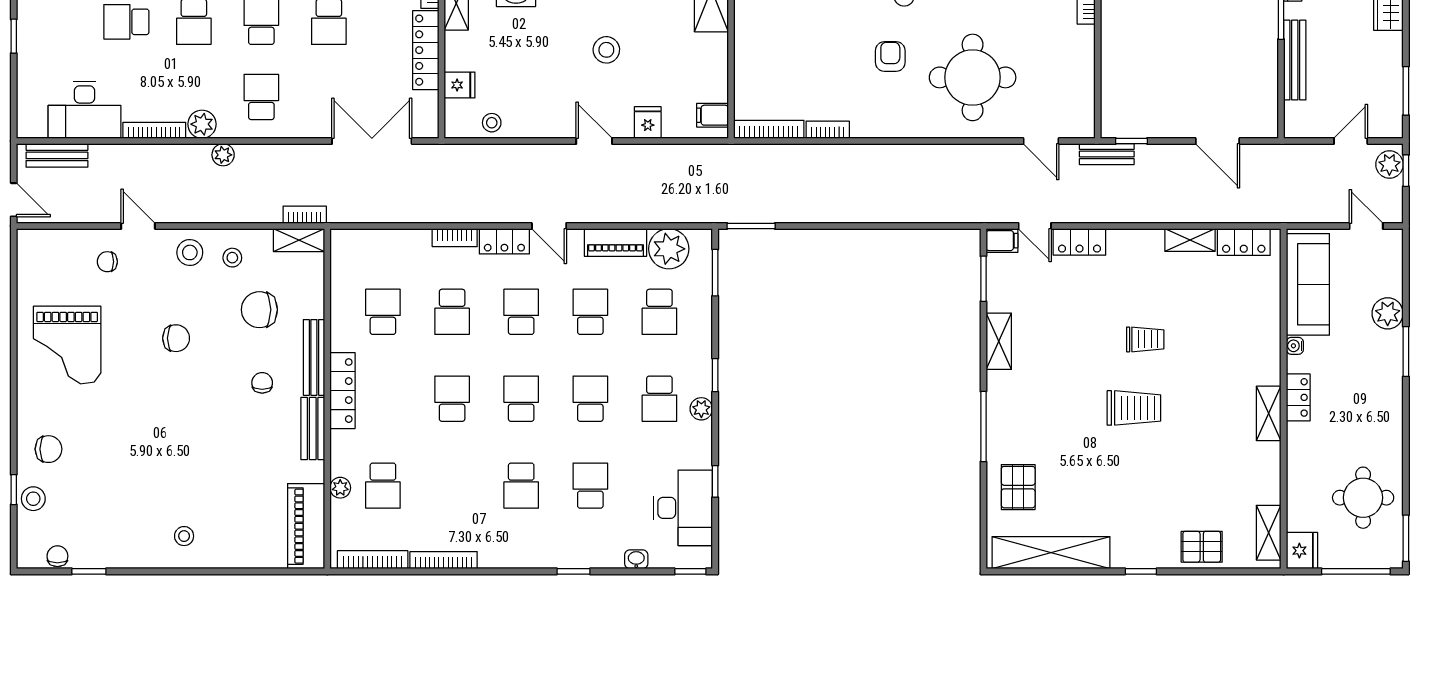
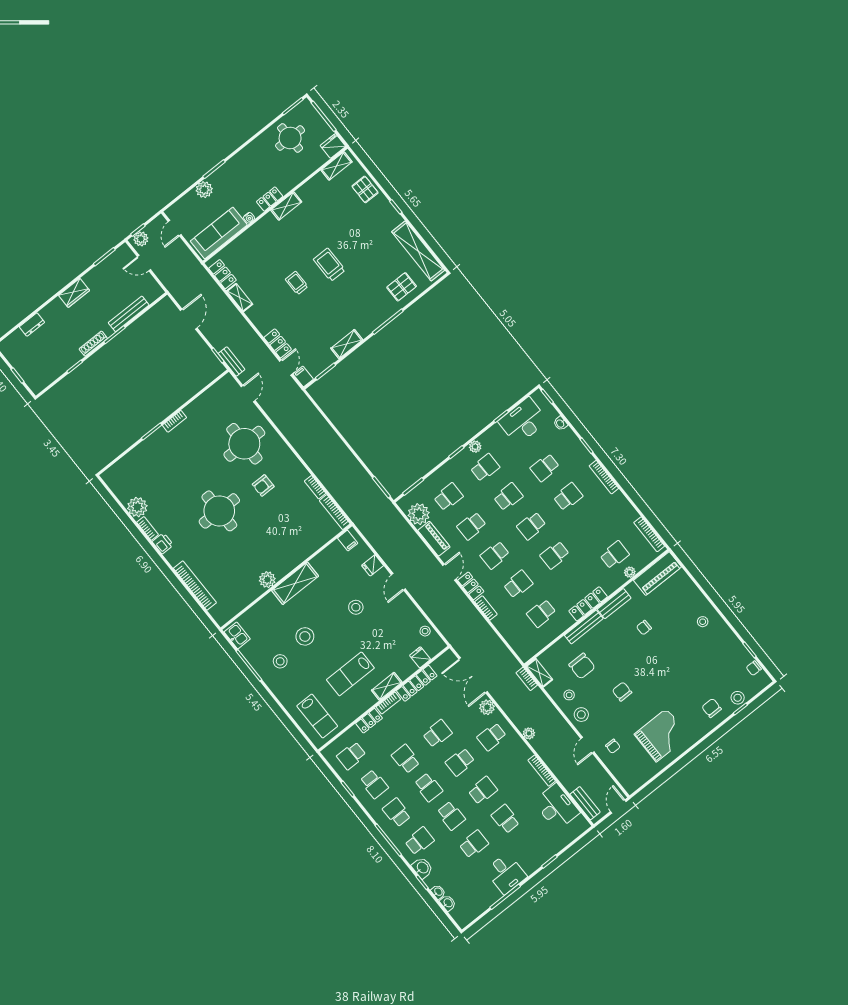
school desk: (126, 22) -> (505, 819), turned 180
plant: (202, 124) -> (487, 707), moved
chair: (262, 383) -> (644, 628), moved
school desk: (590, 399) -> (508, 497), turned 180
bookcase: (444, 560) -> (604, 477), moved

